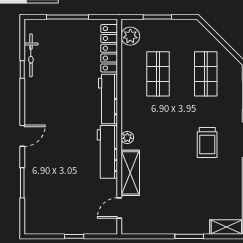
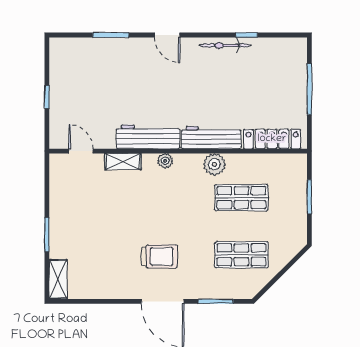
plant: (130, 36) -> (214, 164), moved
bicycle: (31, 55) -> (225, 45), moved
trolley: (207, 142) -> (159, 256), turned 180
shelving: (130, 173) -> (123, 161), width x0.67, depth x0.75

